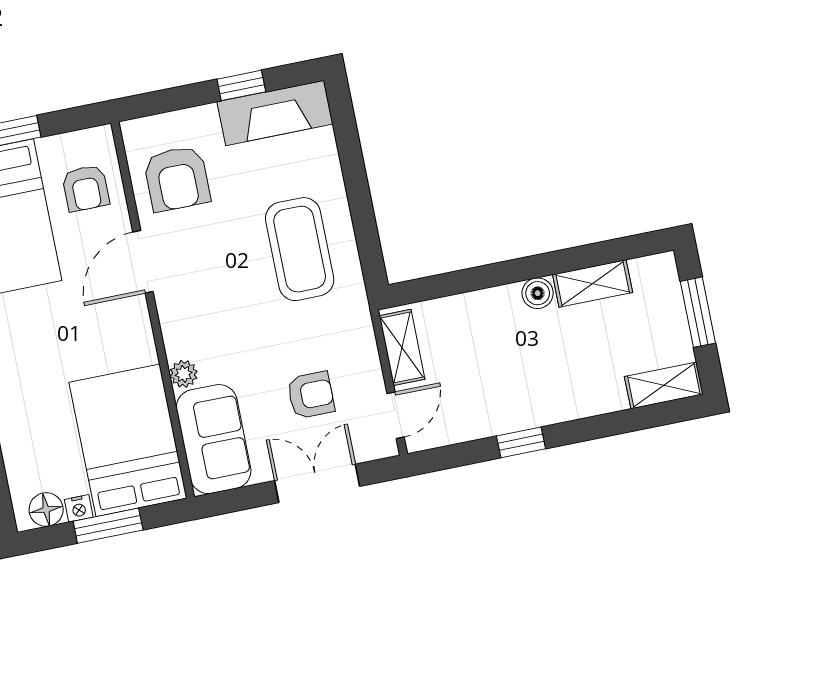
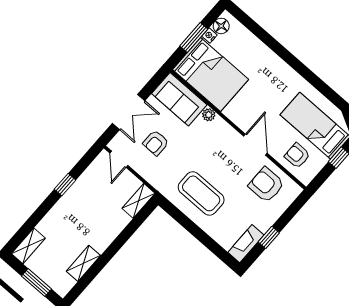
fireplace: (275, 113) -> (246, 244), width x0.73, depth x0.76
boiler: (538, 293) -> (101, 244), removed
shelving: (402, 347) -> (139, 201), moved, turned 90

